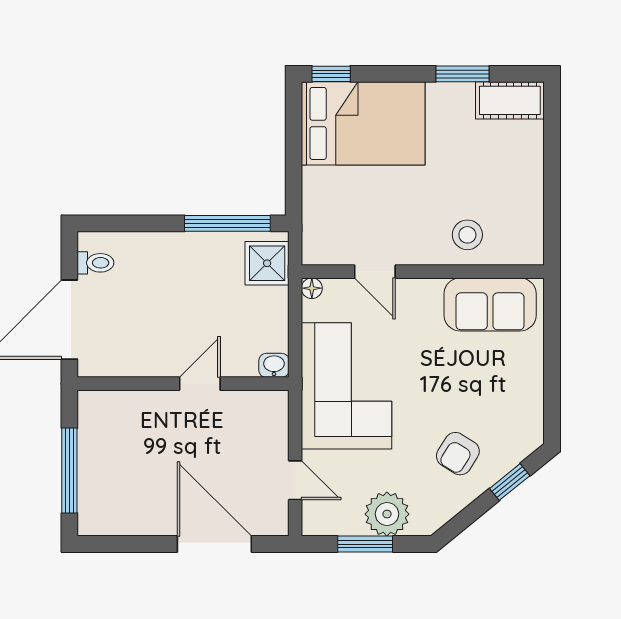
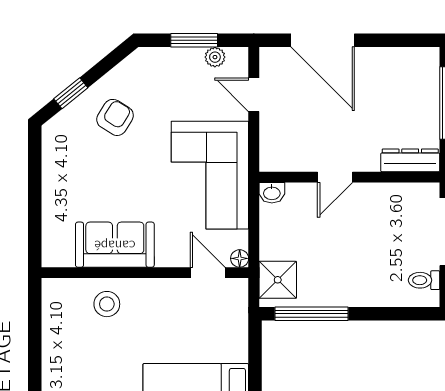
door: (375, 272) -> (208, 273), moved
sofa: (490, 304) -> (115, 245), moved
dresser: (112, 403) -> (410, 160), added
plant: (387, 514) -> (215, 57), moved, width x0.53, depth x0.53

